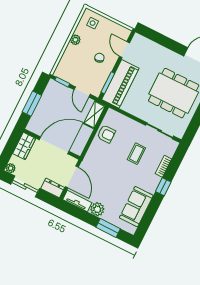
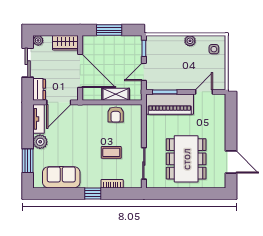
chair: (99, 58) -> (184, 72), removed
shelving: (94, 115) -> (116, 94), moved

